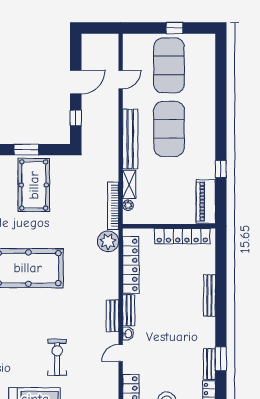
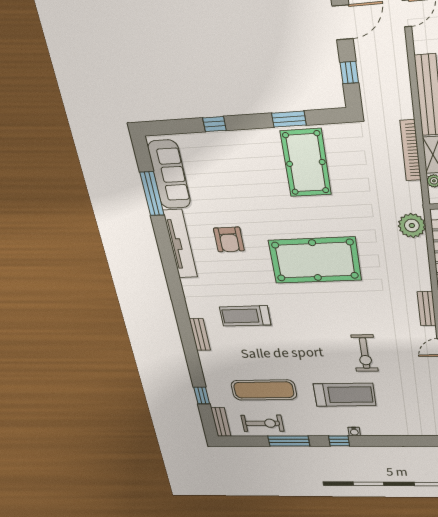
bookcase: (113, 206) -> (411, 150), moved
exercise bike: (57, 357) -> (365, 353), turned 180

